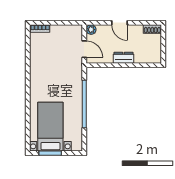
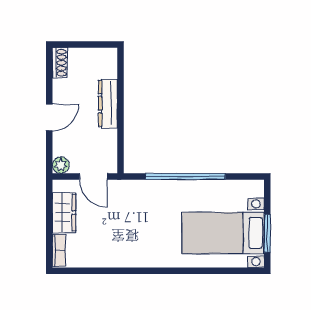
wardrobe: (63, 32) -> (64, 212), added
door: (84, 49) -> (93, 177), swing flipped
dresser: (123, 58) -> (108, 103), width x1.44

